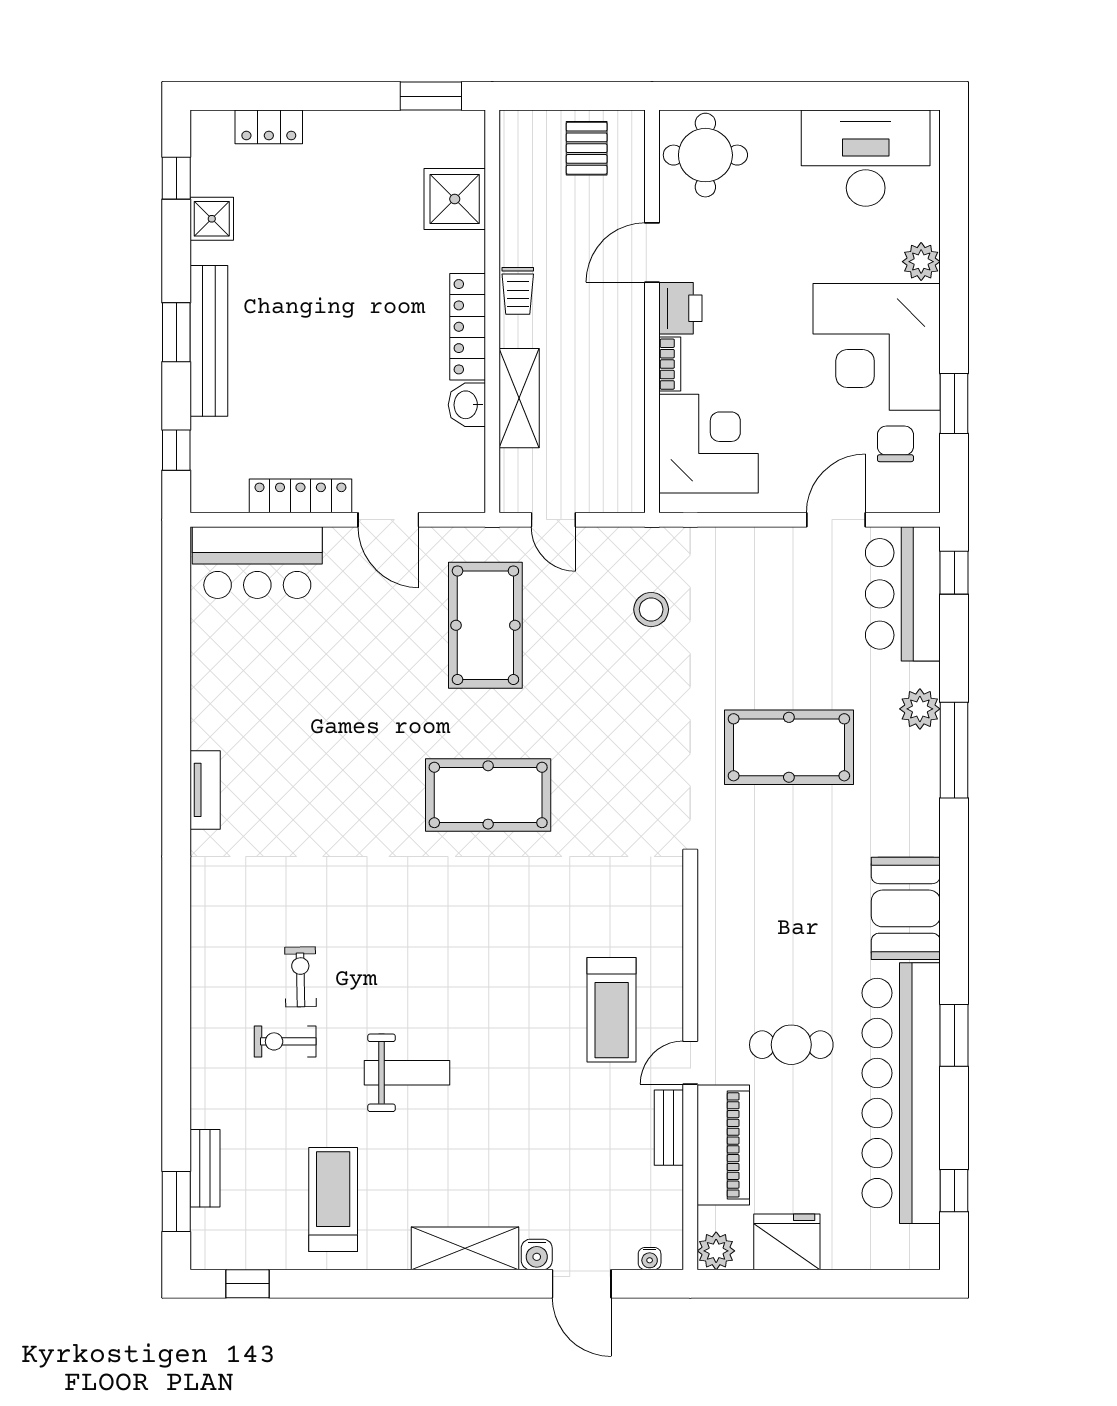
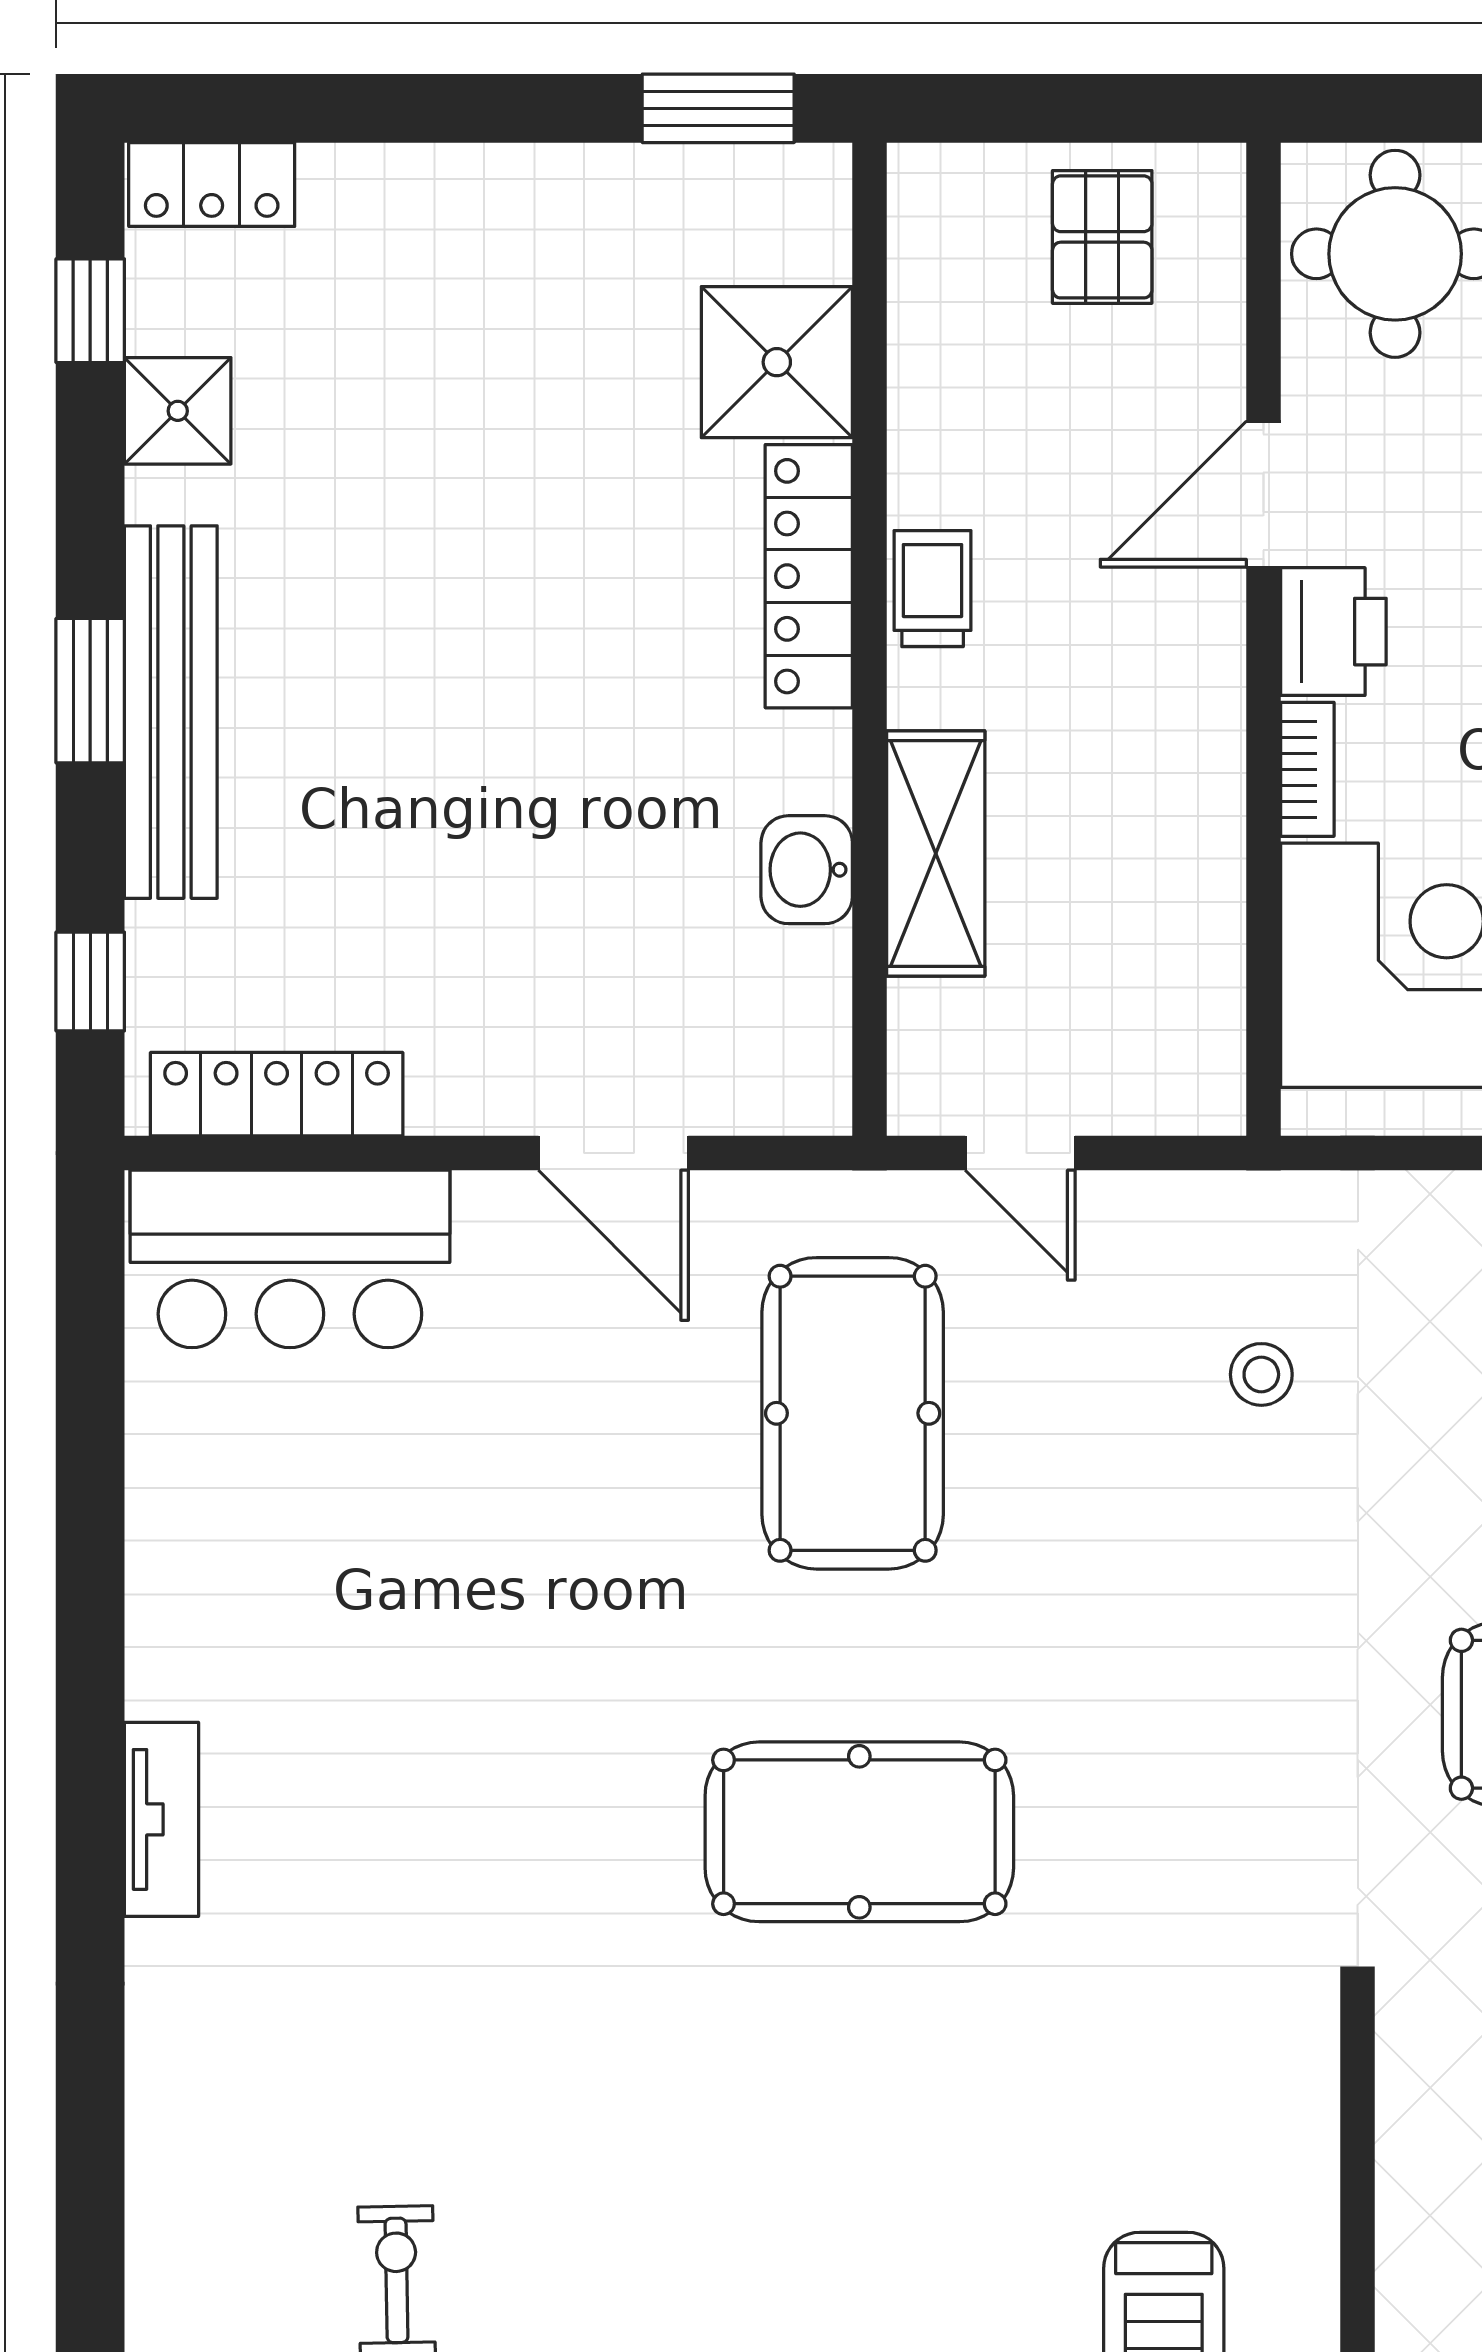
locker: (269, 127) -> (212, 184), moved
trolley: (518, 291) -> (933, 589), turned 180
locker: (468, 327) -> (809, 576), moved
locker: (300, 496) -> (277, 1094), moved
stool: (651, 609) -> (1261, 1374), width x0.73, depth x0.73

